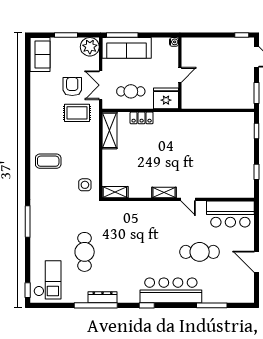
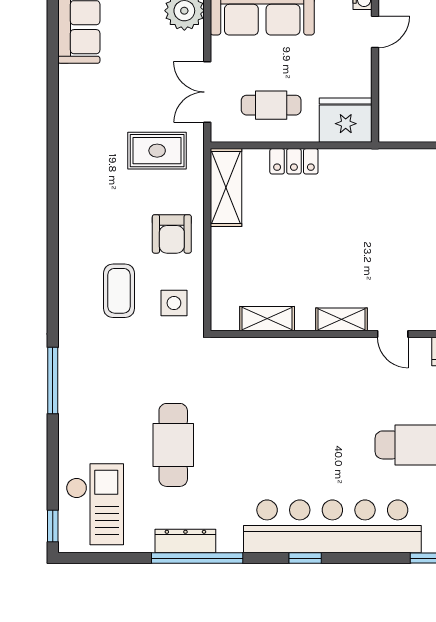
door: (180, 75) -> (375, 32), moved
armchair: (72, 87) -> (172, 234), moved, turned 180
coffee table: (48, 161) -> (119, 291), moved, turned 90
shelving: (115, 192) -> (267, 319), moved
bar counter: (171, 290) -> (332, 526), width x1.36
dresser: (103, 297) -> (185, 541), moved

